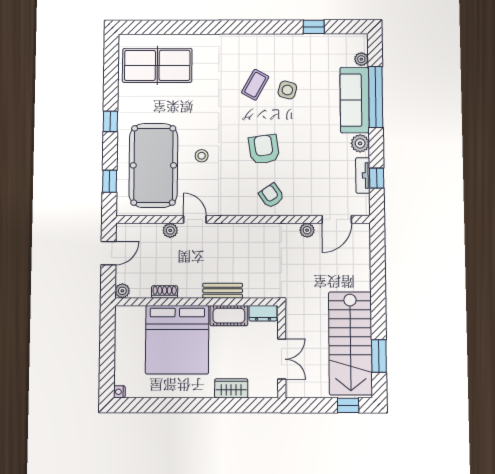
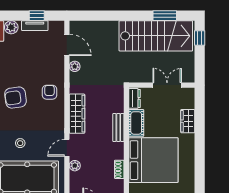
armchair: (271, 196) -> (49, 92), turned 125
wardrobe: (242, 233) -> (77, 114), added

